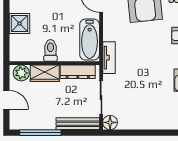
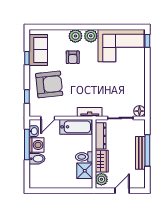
shower: (19, 23) -> (85, 171), moved
bench: (78, 124) -> (140, 153), moved
window: (40, 133) -> (147, 150), moved

